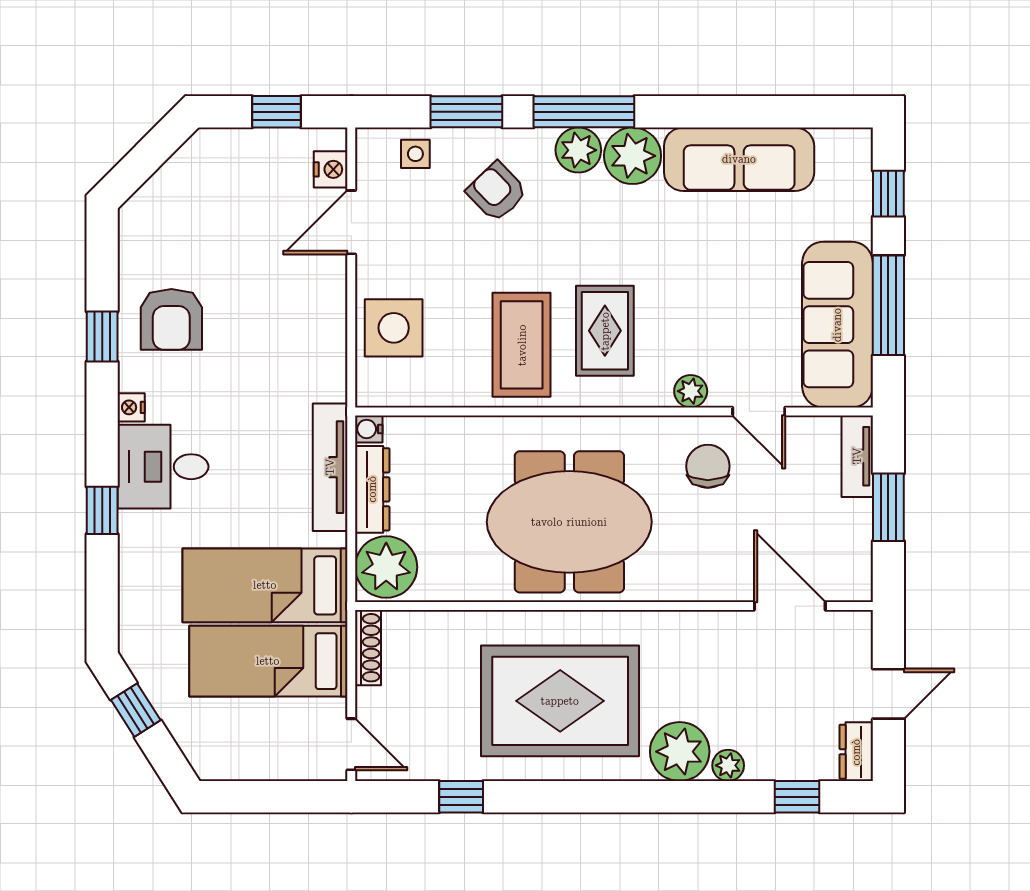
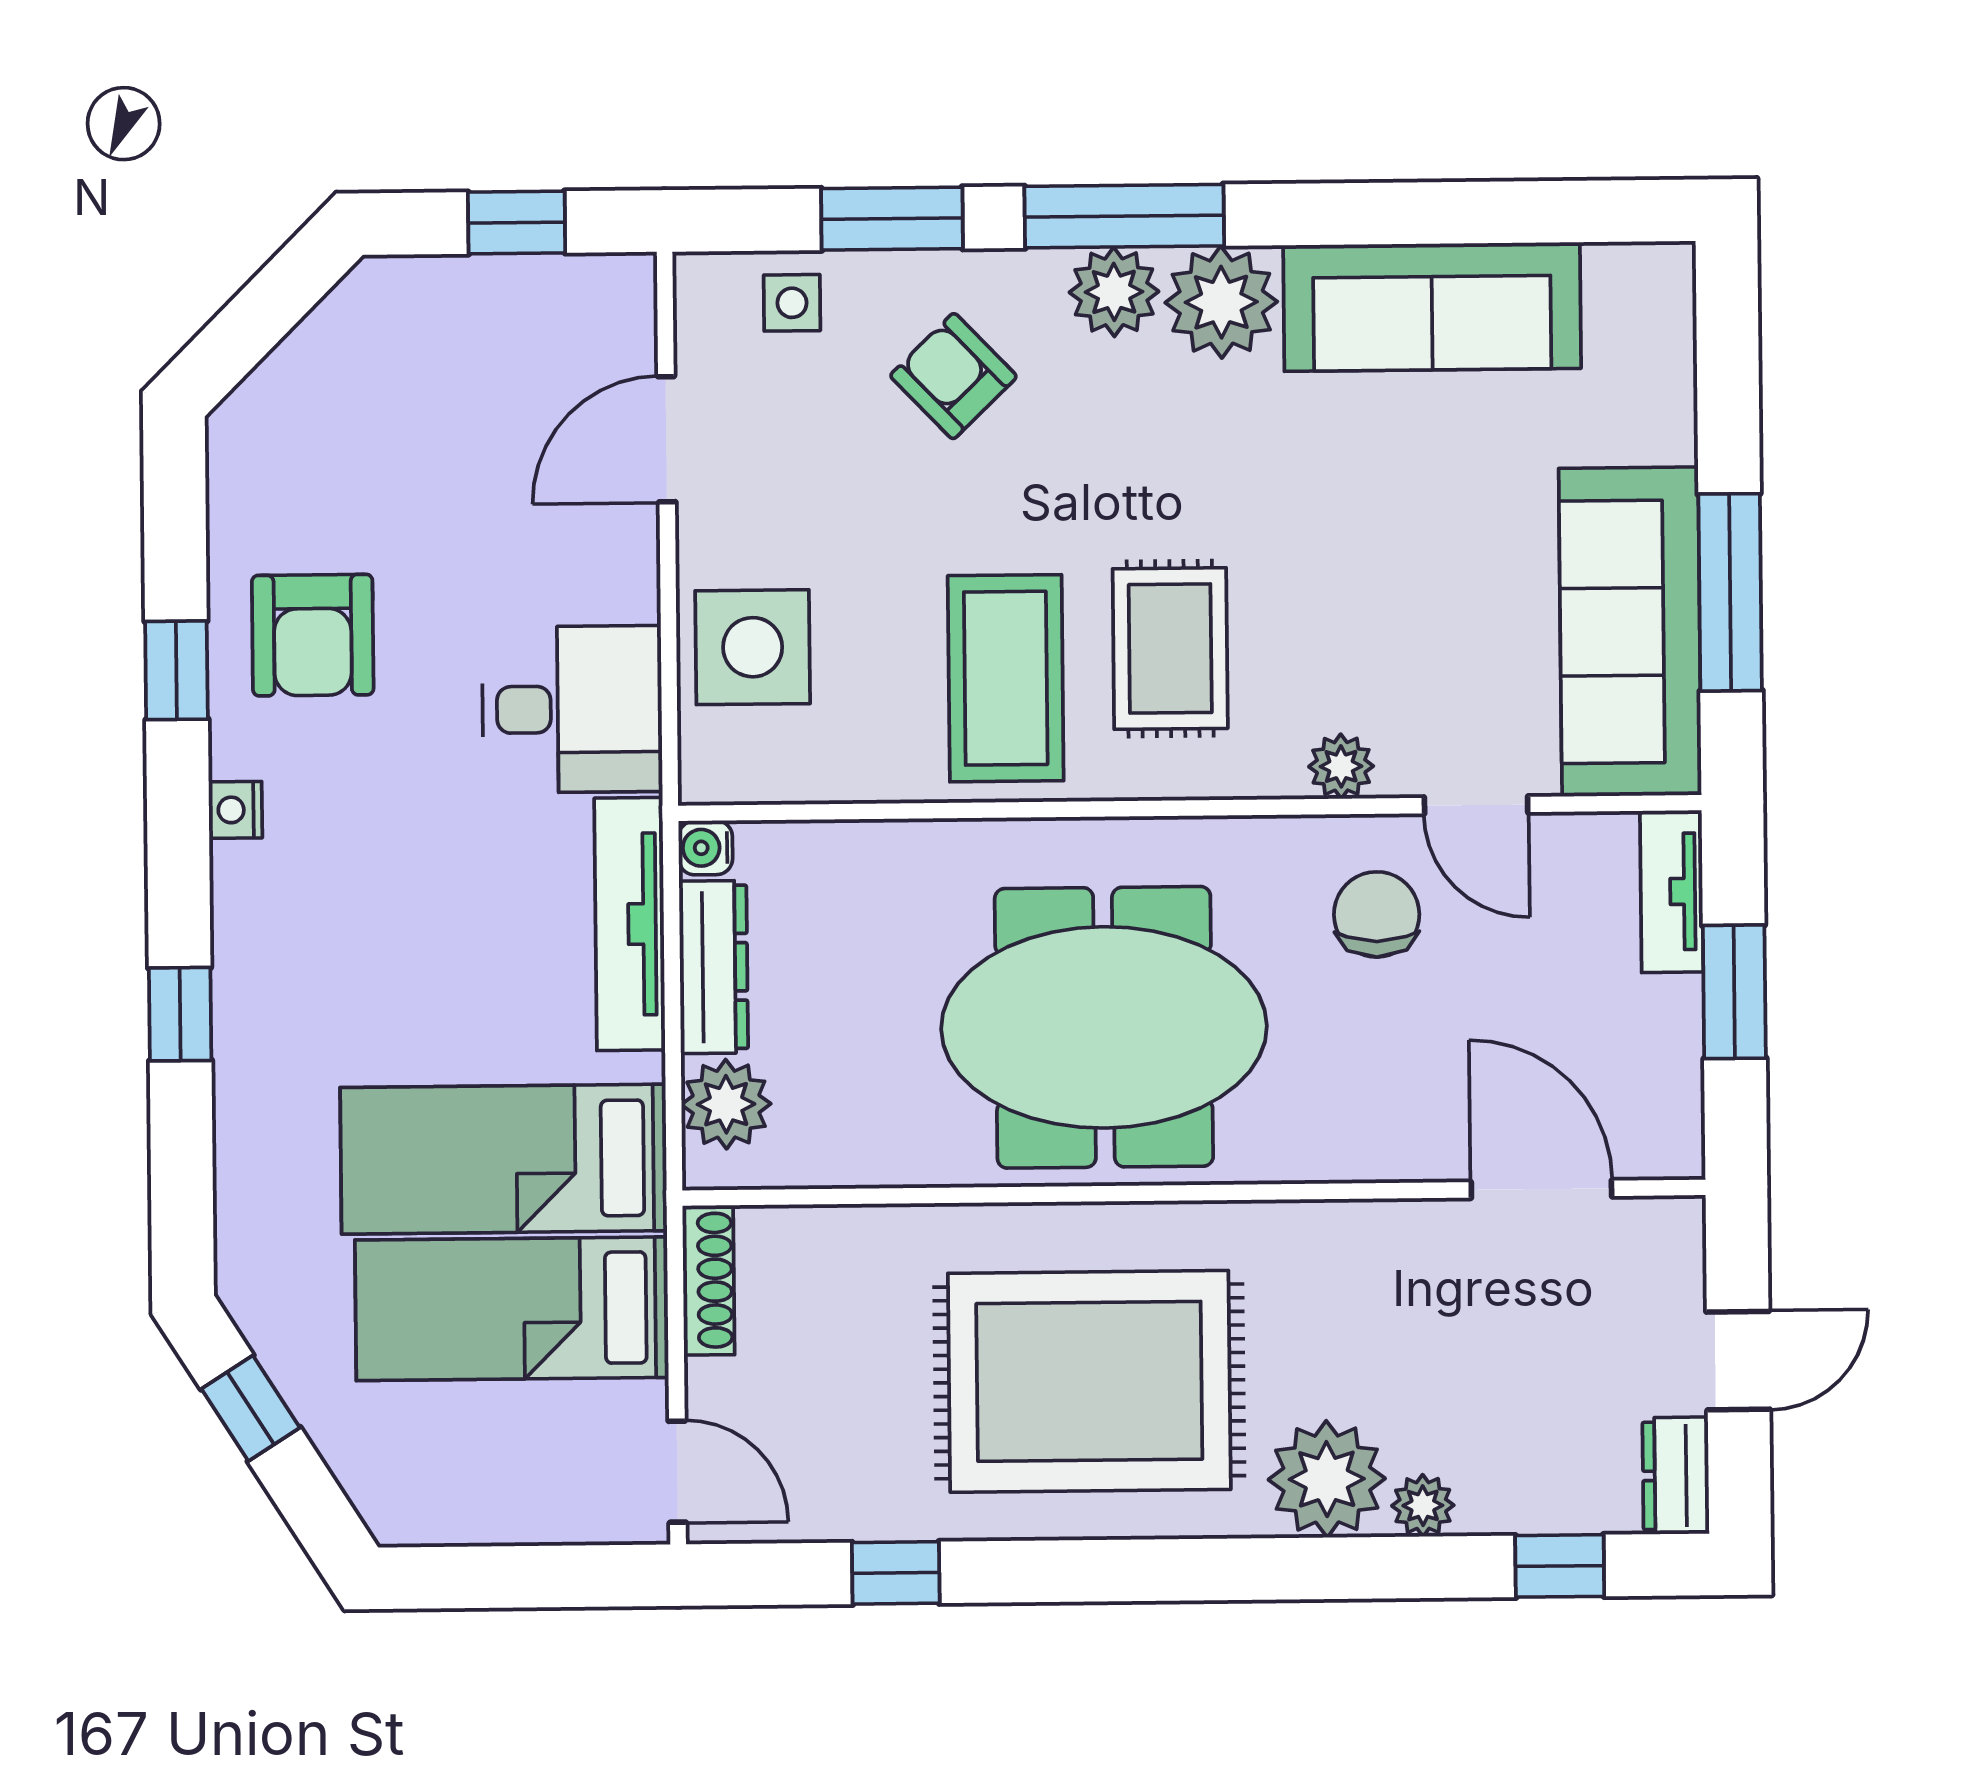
nightstand: (331, 169) -> (625, 335), removed
window: (888, 194) -> (1728, 372), removed
desk: (163, 467) -> (572, 709), moved, turned 180
plant: (386, 567) -> (726, 1104), width x0.73, depth x0.73

